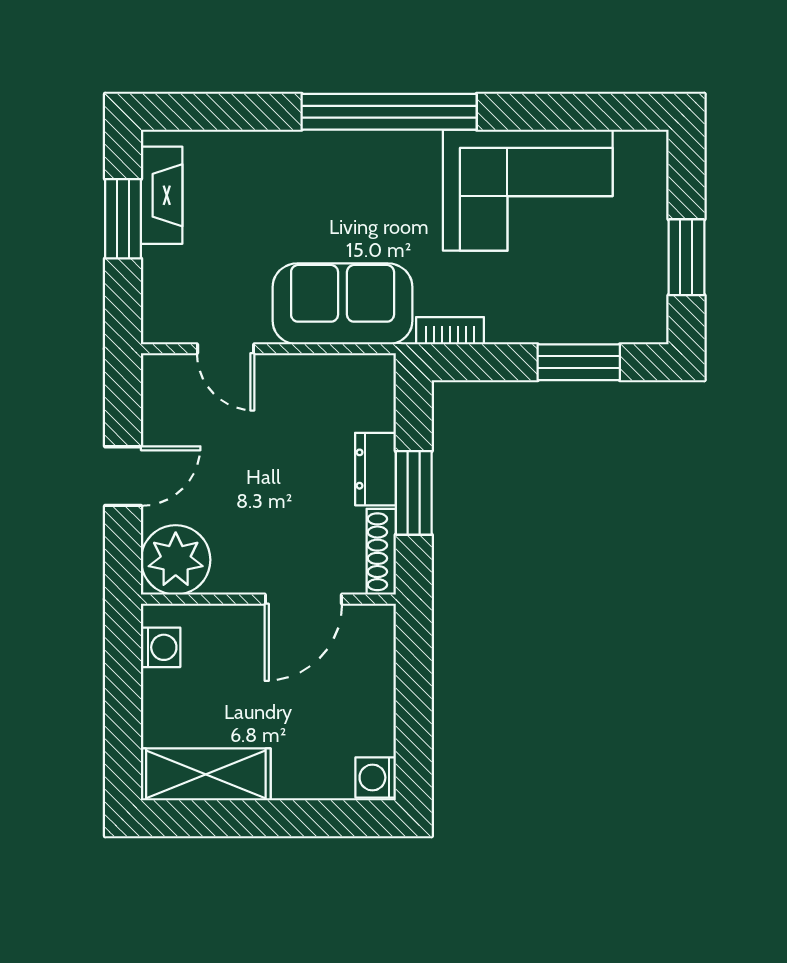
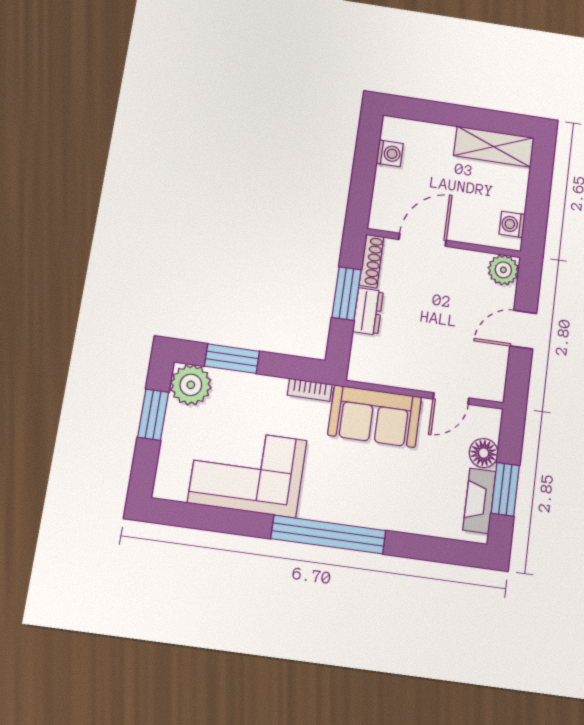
floor lamp: (164, 270) -> (484, 453), added
plant: (636, 312) -> (191, 385), added
door: (226, 349) -> (451, 398), swing flipped
plant: (176, 560) -> (503, 270), width x0.73, depth x0.73
washing machine: (376, 778) -> (390, 153), moved

